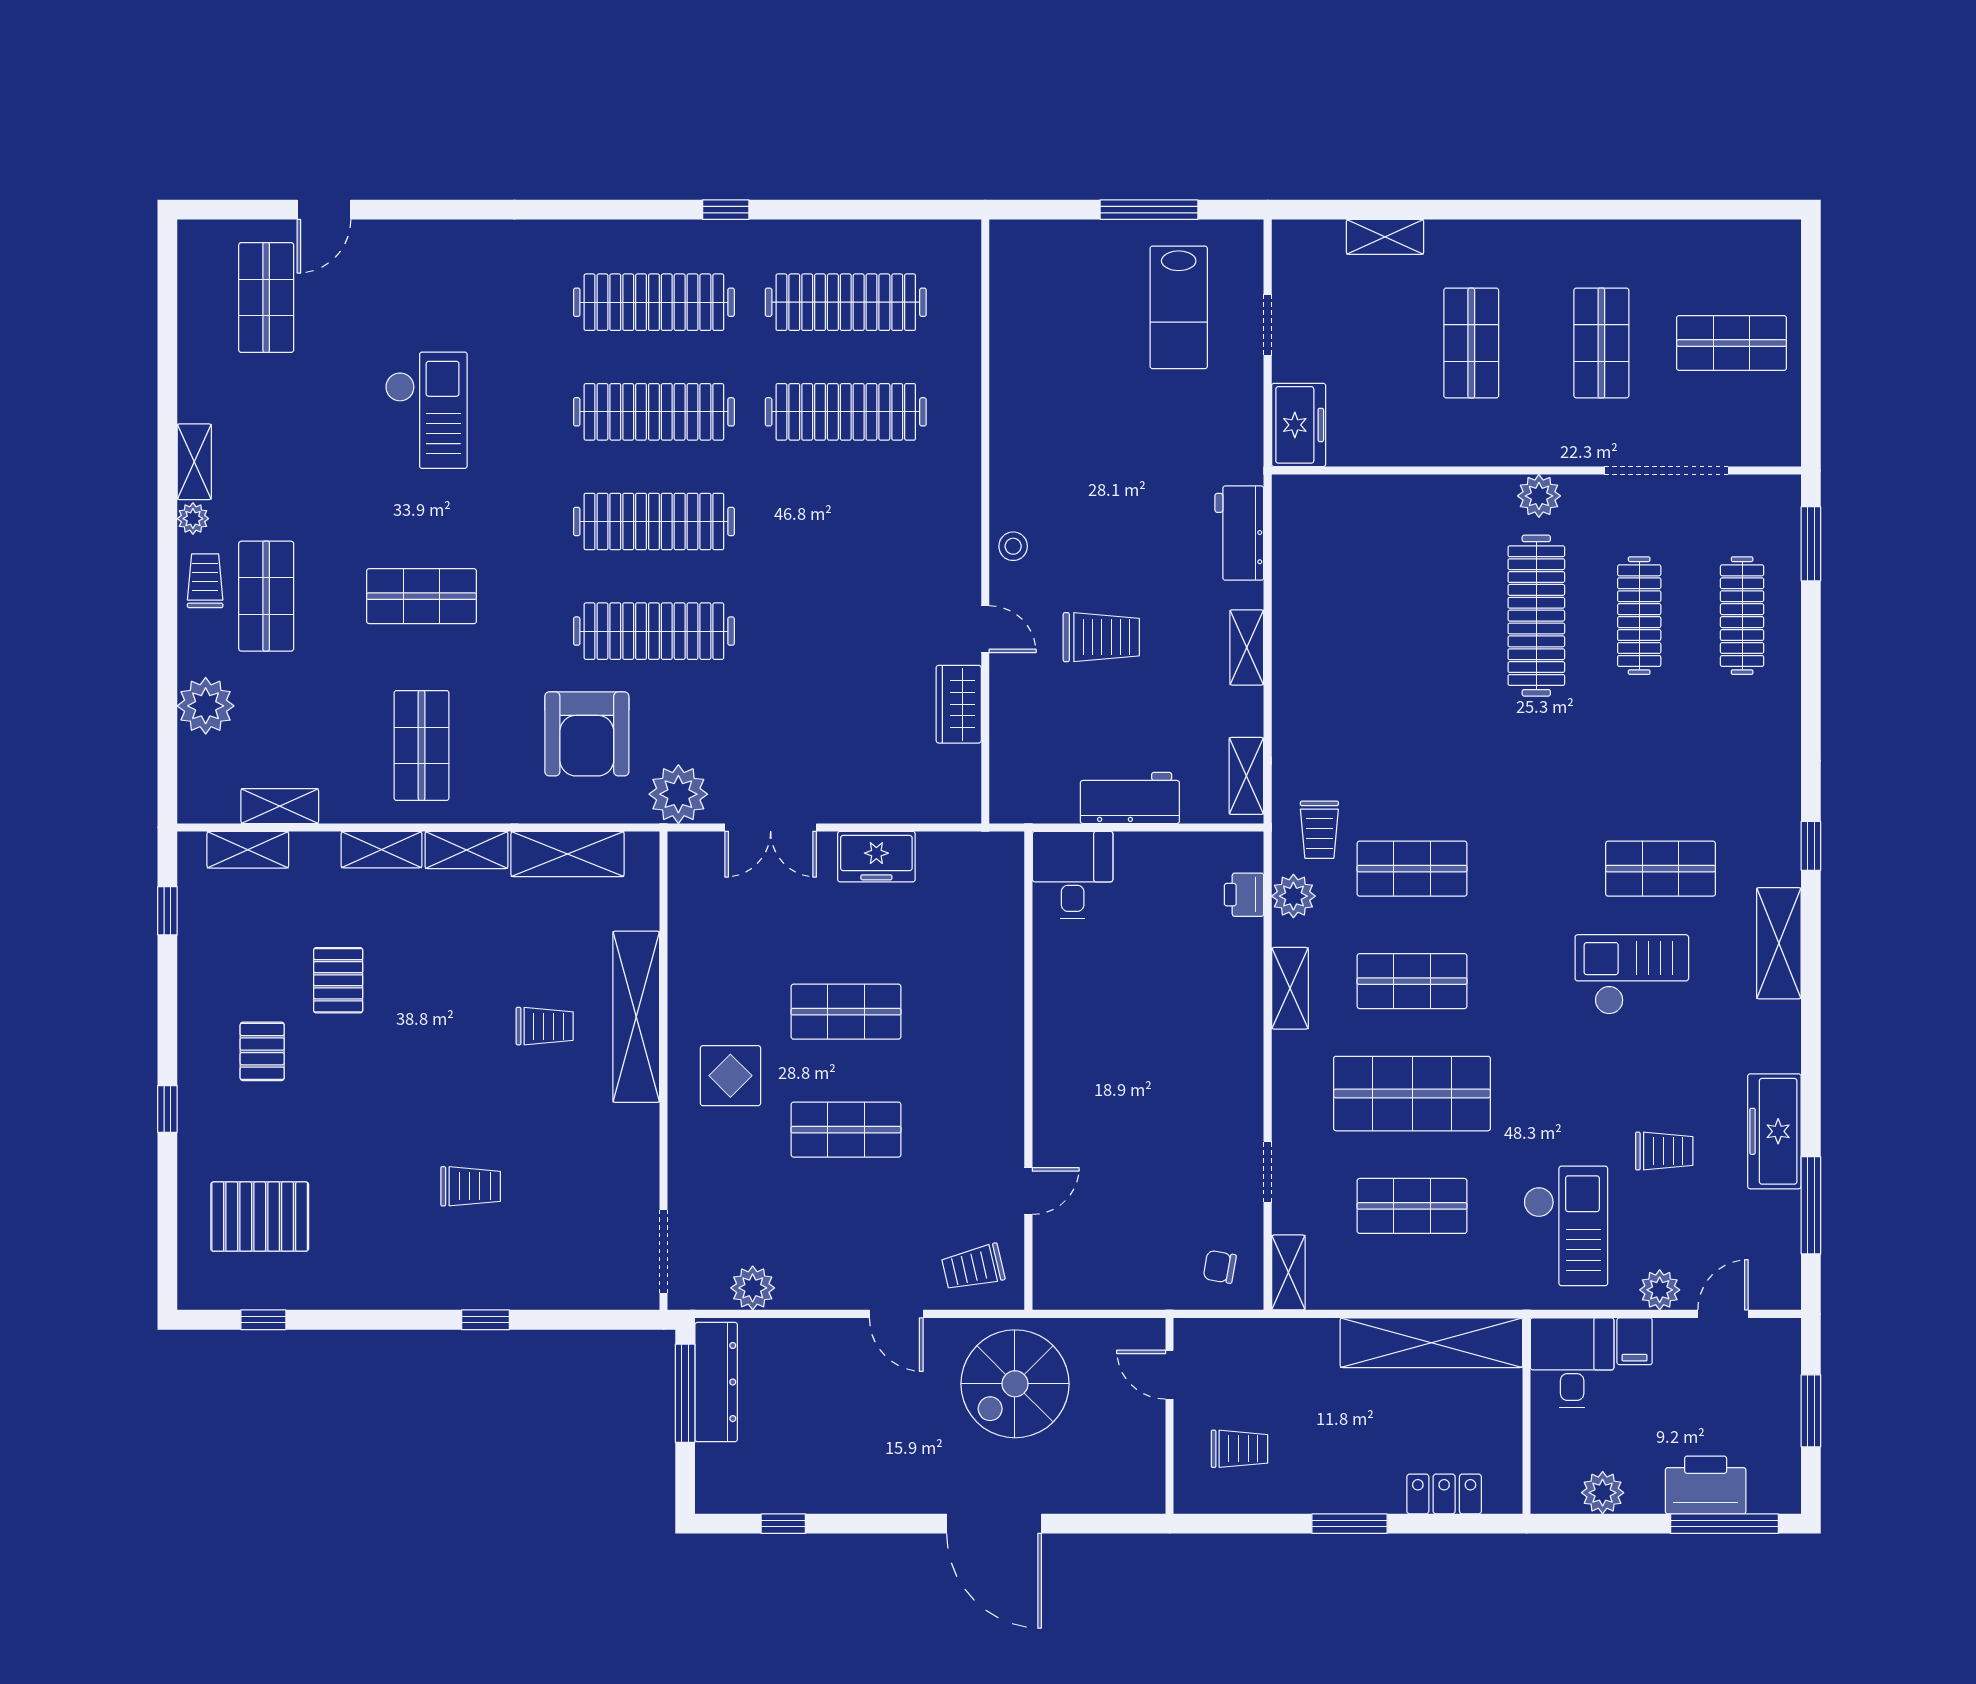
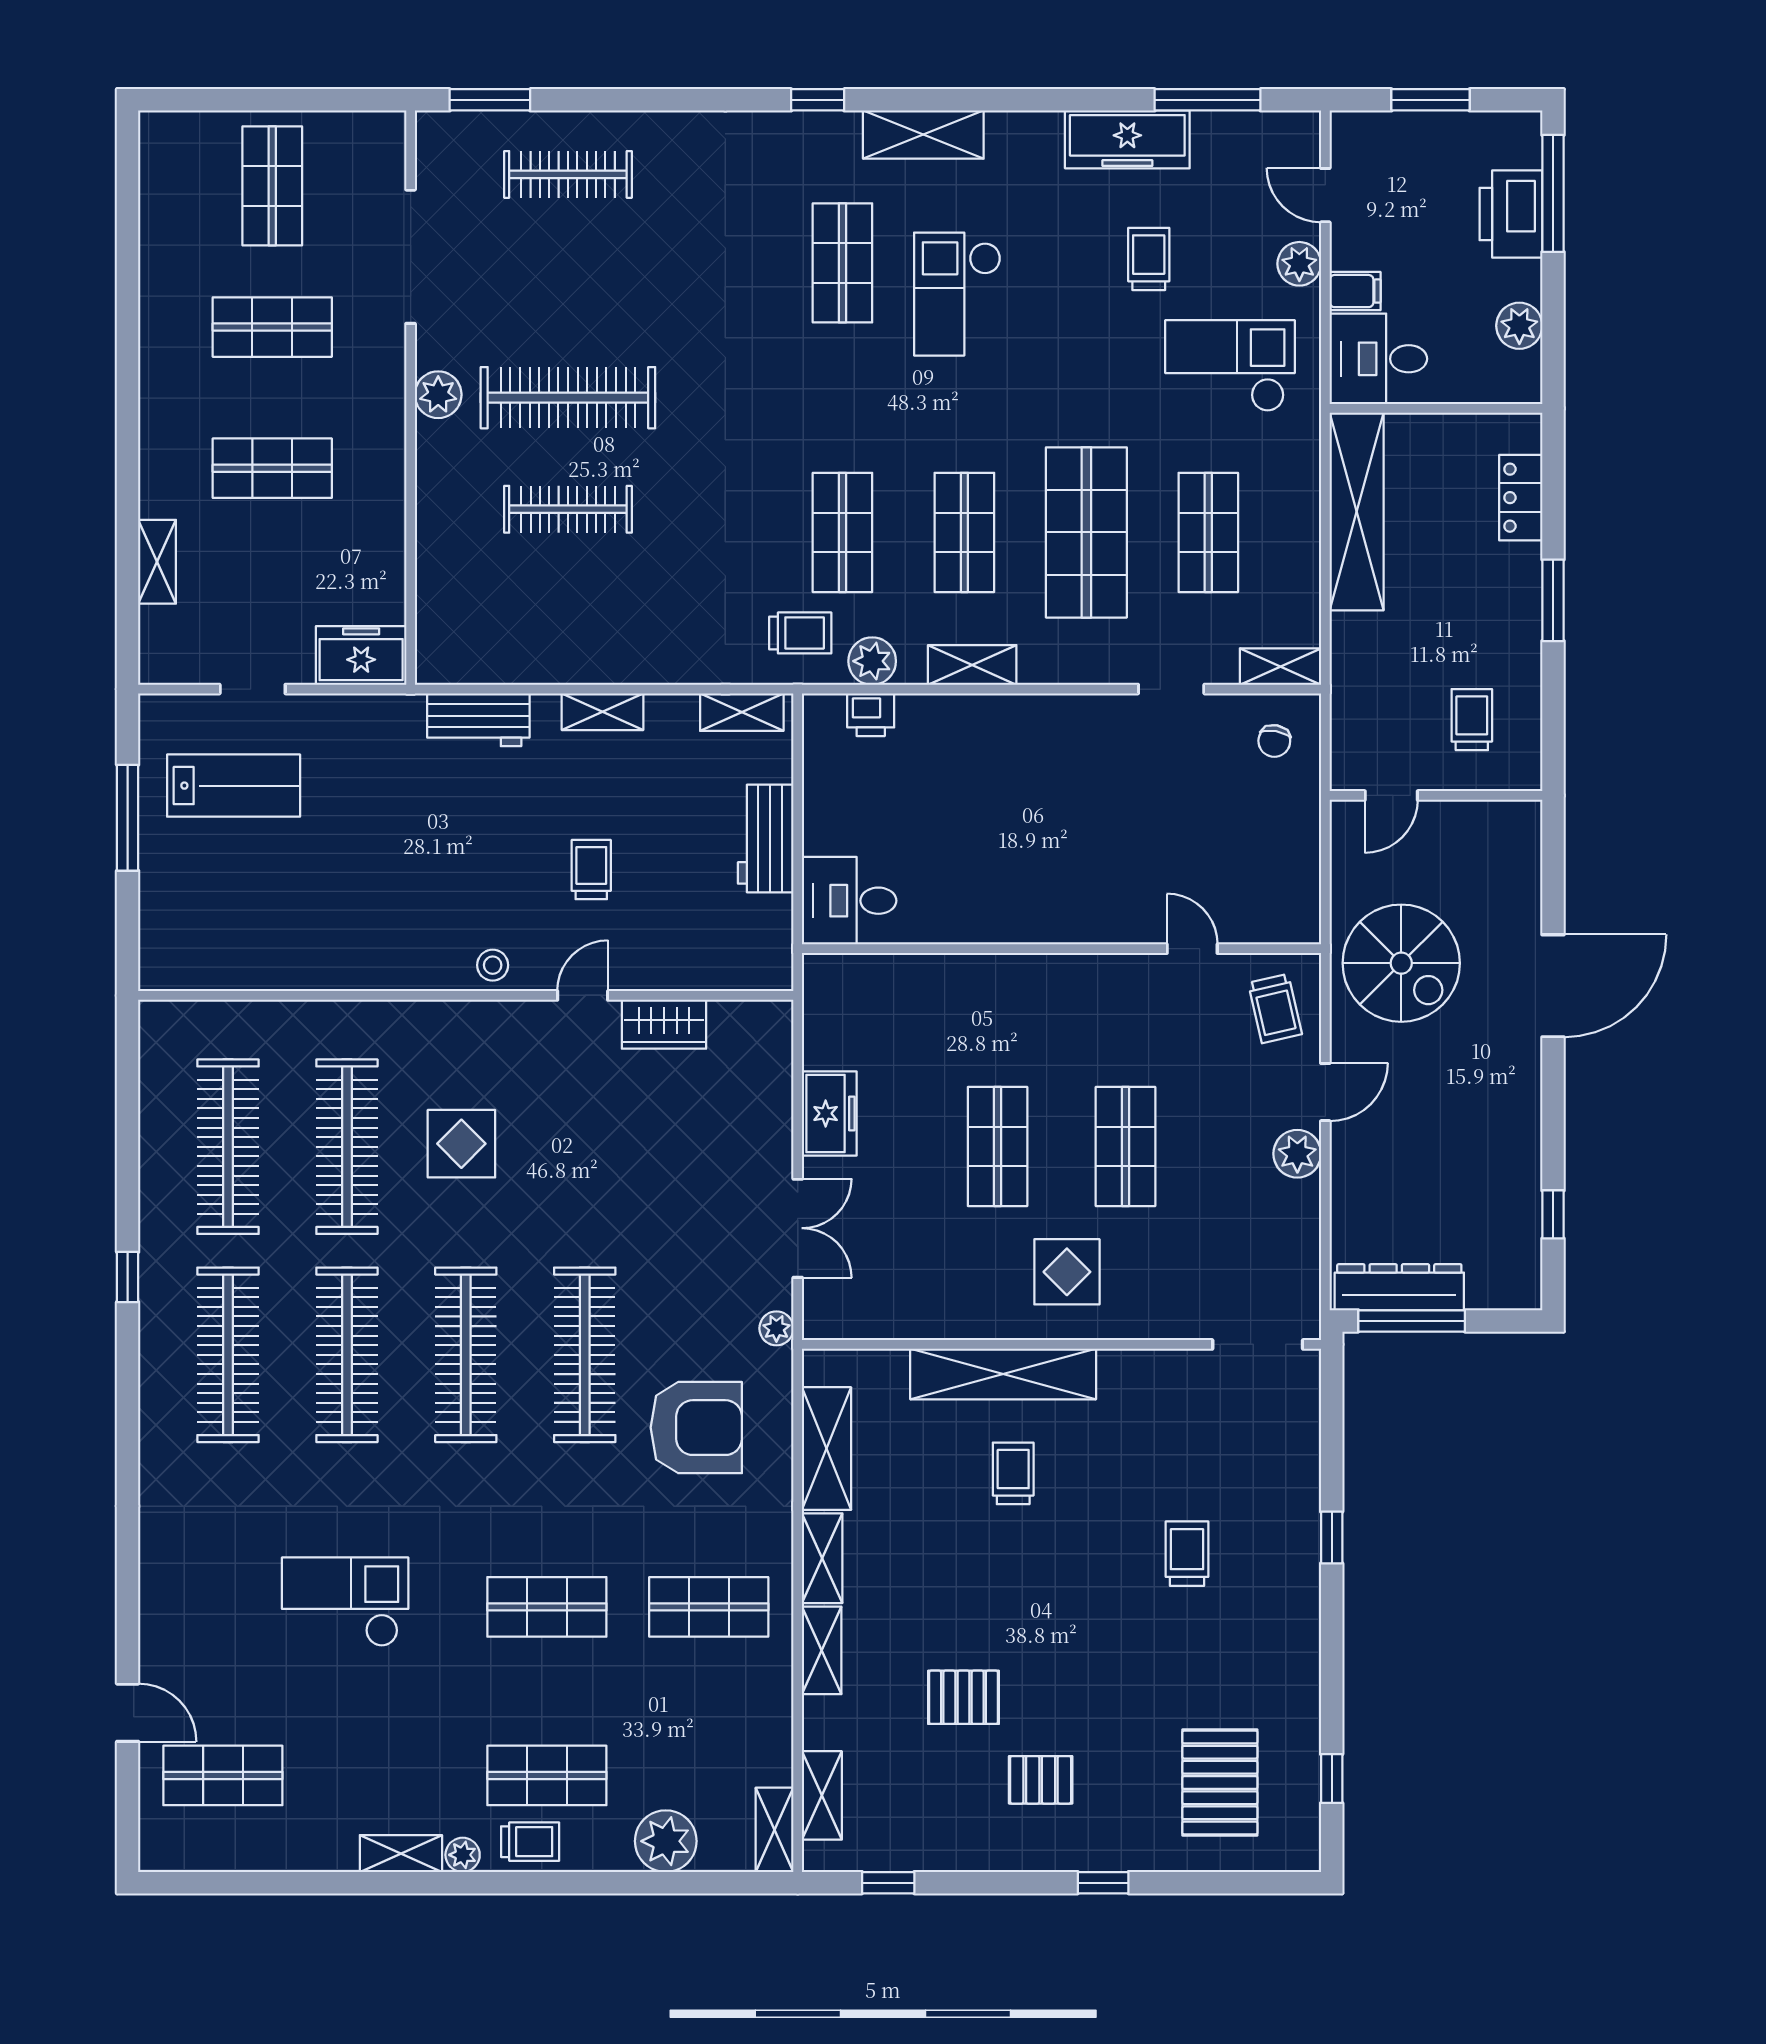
display table: (849, 517) -> (461, 1144), added
trolley: (205, 581) -> (530, 1842), turned 180
shop shelf: (422, 596) -> (547, 1607), turned 90
clothes rail: (1639, 616) -> (568, 509), moved
trolley: (1101, 637) -> (591, 870), width x0.73, depth x0.72
plant: (678, 794) -> (776, 1328), width x0.53, depth x0.53
shelving: (280, 806) -> (775, 1830), moved
plant: (753, 1288) -> (1297, 1154), moved

